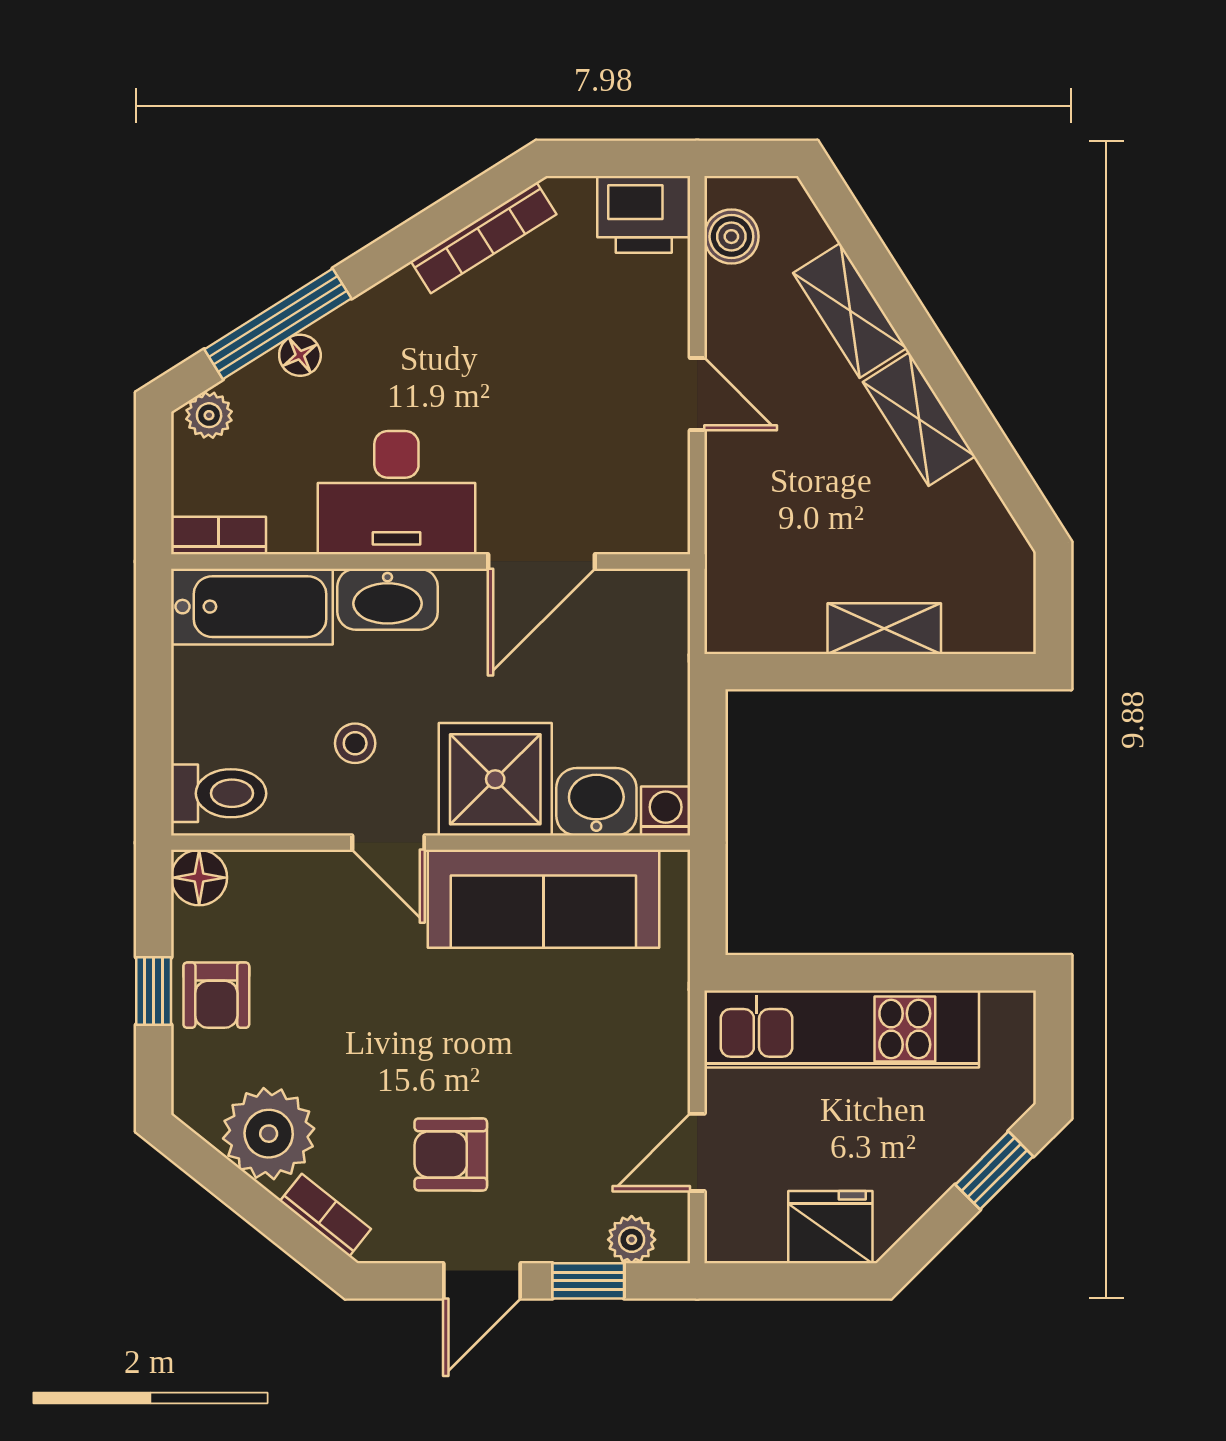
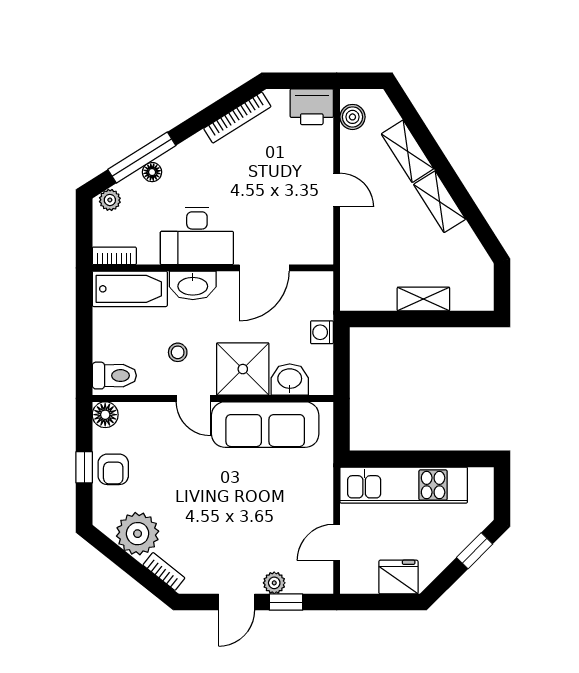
washing machine: (666, 811) -> (322, 332), moved, turned -90
armchair: (451, 1154) -> (222, 543), removed
plant: (632, 1240) -> (274, 583), moved

